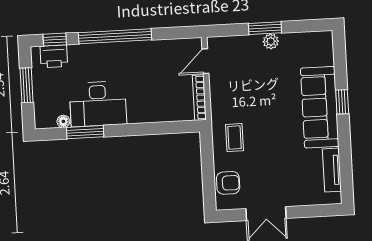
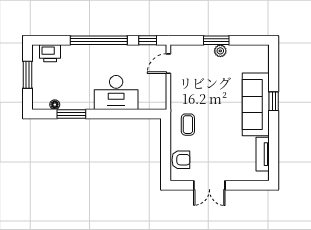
window: (55, 40) -> (148, 40), moved
bookcase: (199, 98) -> (162, 92), removed
desk: (98, 104) -> (116, 92), moved

